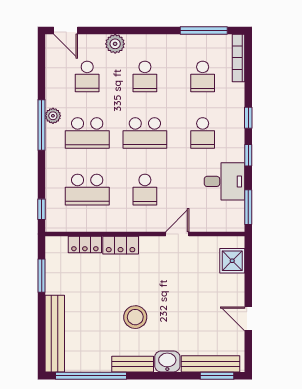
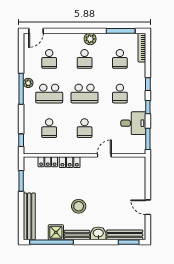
door: (66, 31) -> (36, 31), hinge flipped
plant: (115, 44) -> (90, 39), moved
school desk: (87, 190) -> (49, 128), width x0.54
shower: (232, 261) -> (56, 232), moved

